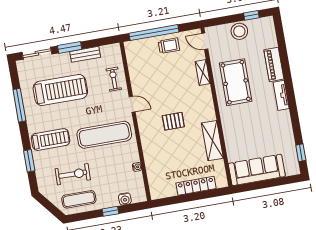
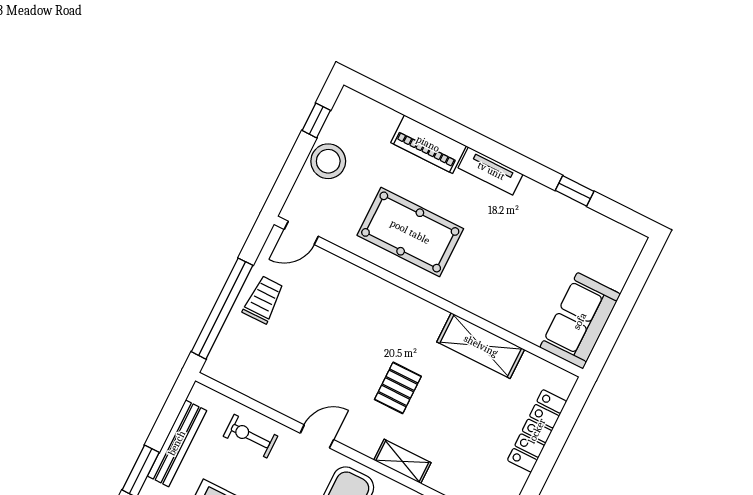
bench: (85, 54) -> (177, 443), width x1.36
shelving: (203, 73) -> (402, 461), moved
window: (301, 153) -> (575, 191), moved
sofa: (257, 170) -> (580, 321), width x0.73

